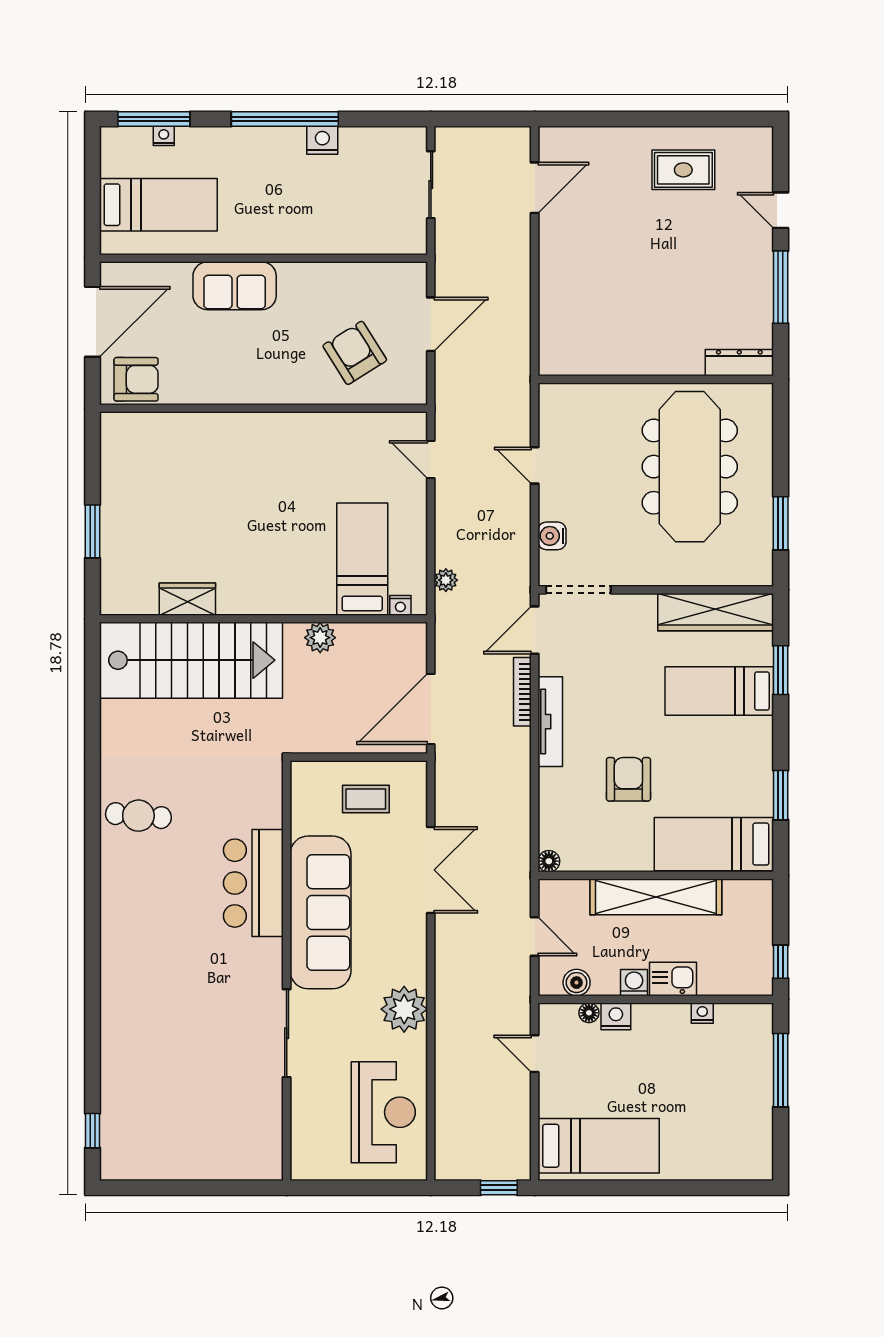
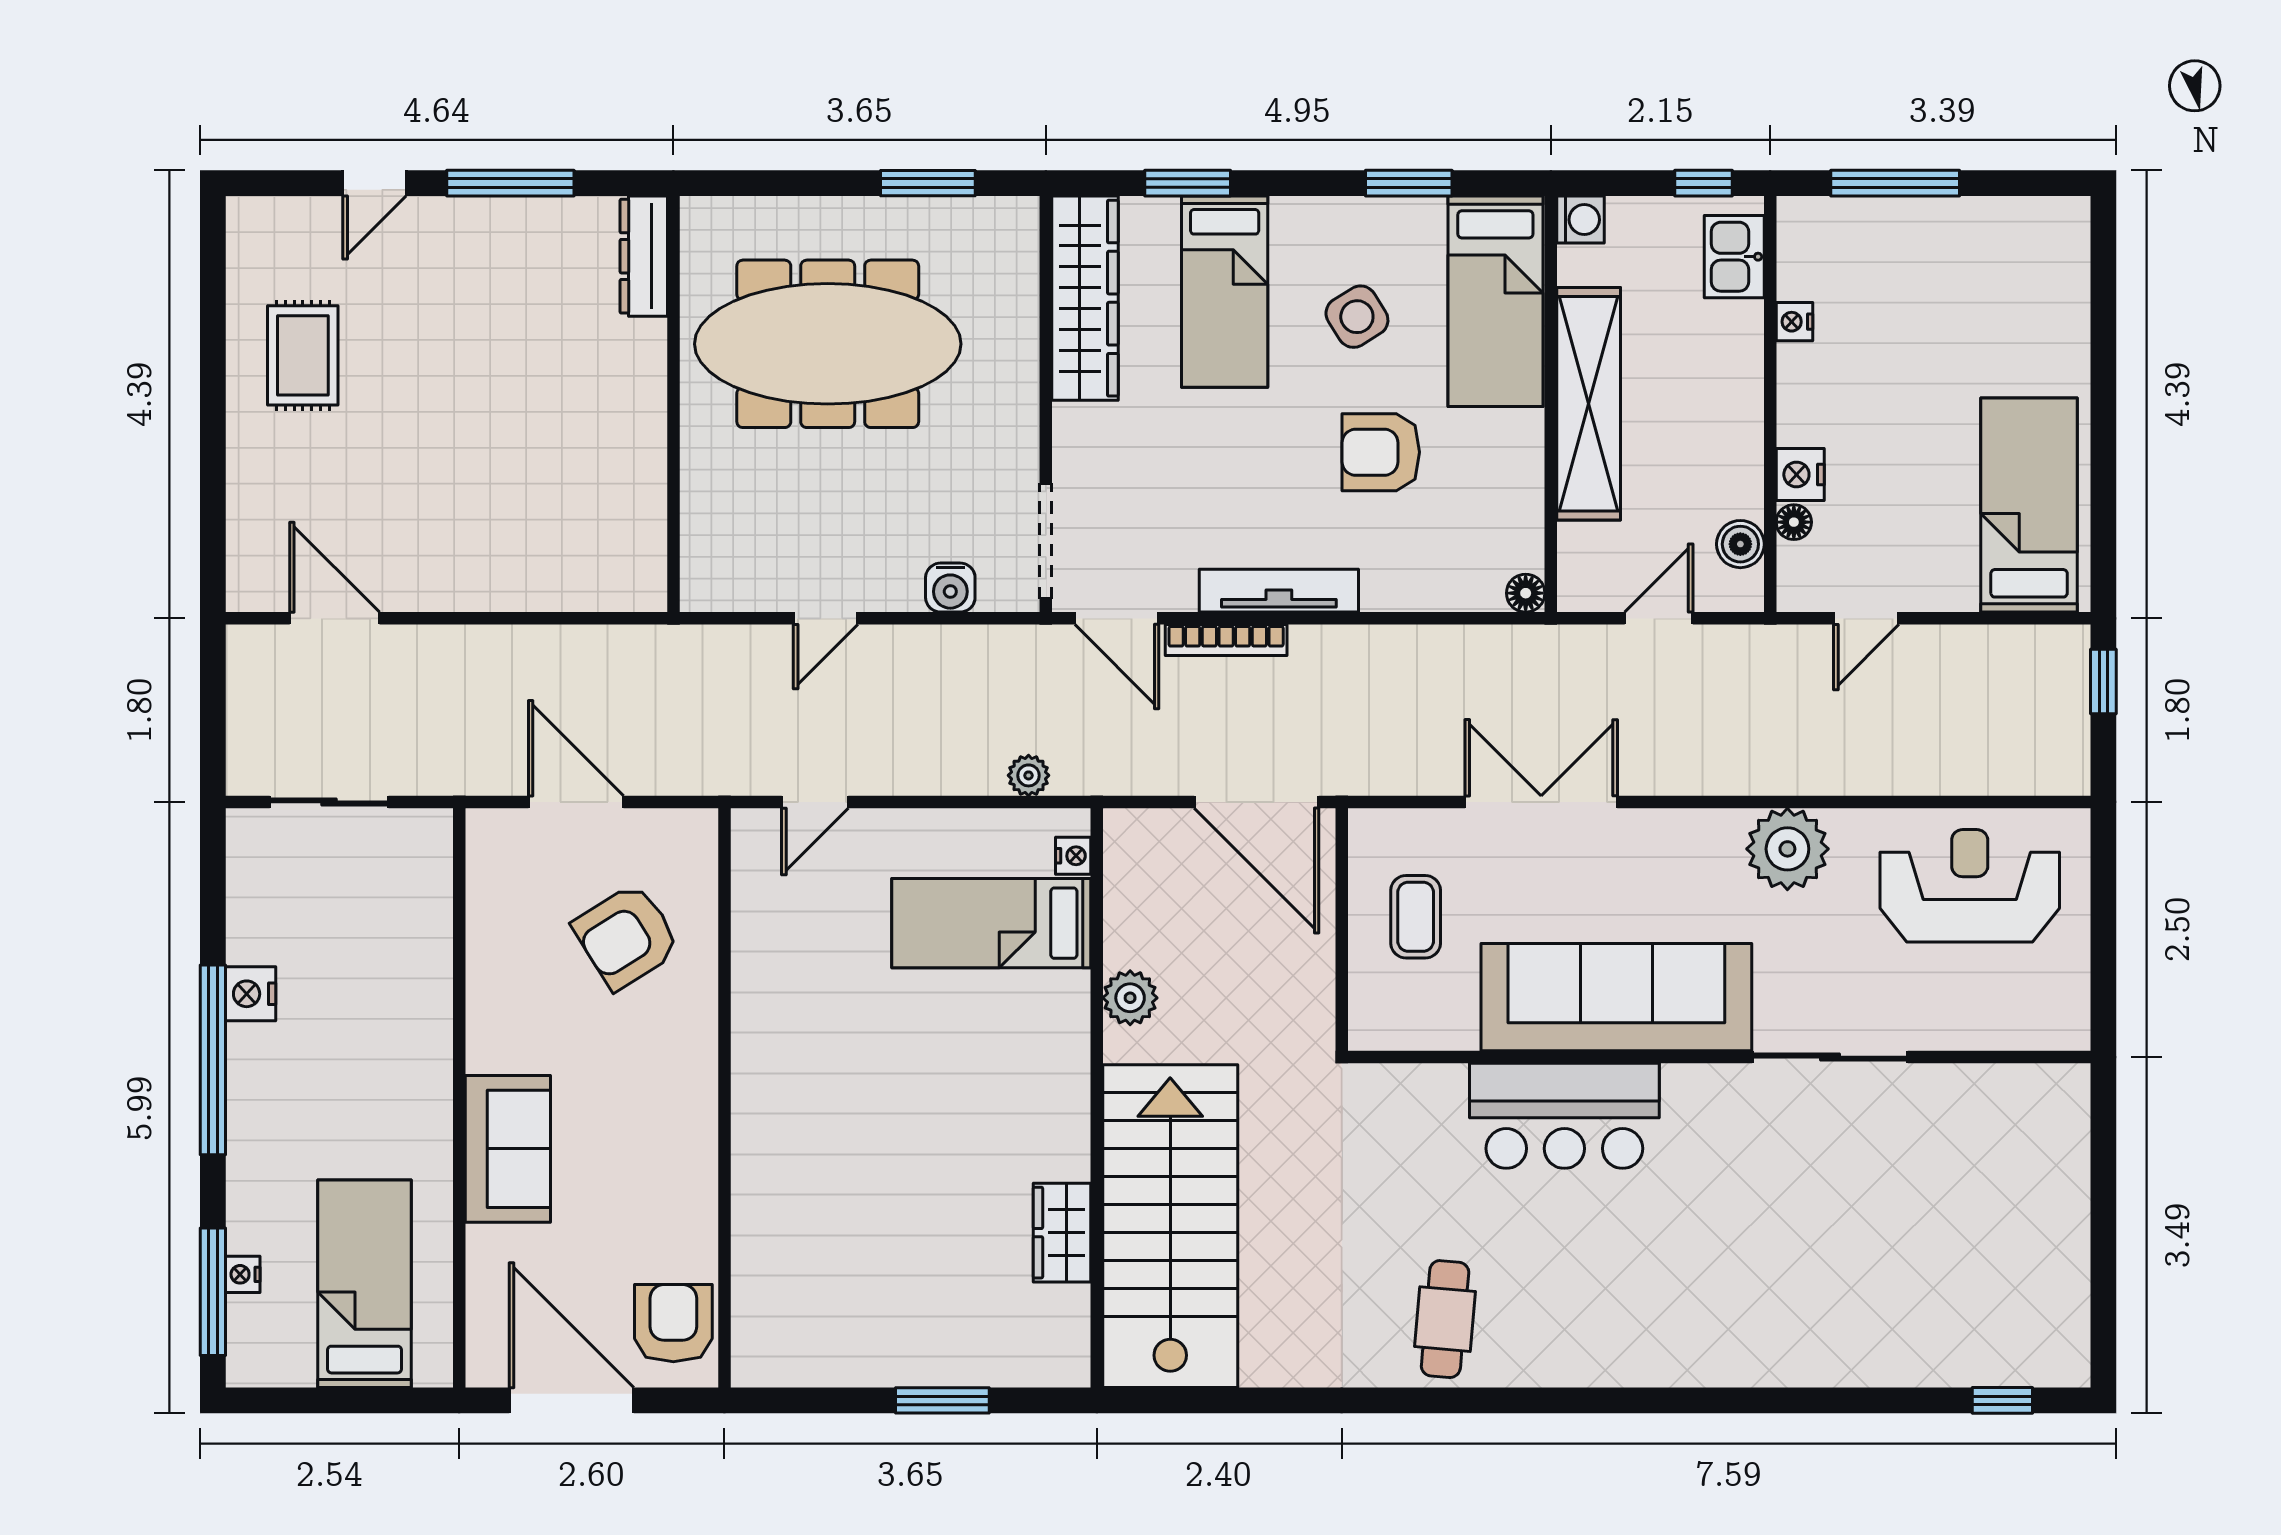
side table: (705, 766) -> (1357, 317), added
kitchen sink: (673, 979) -> (1734, 257), moved
washing machine: (634, 983) -> (1581, 220), moved, turned 180

